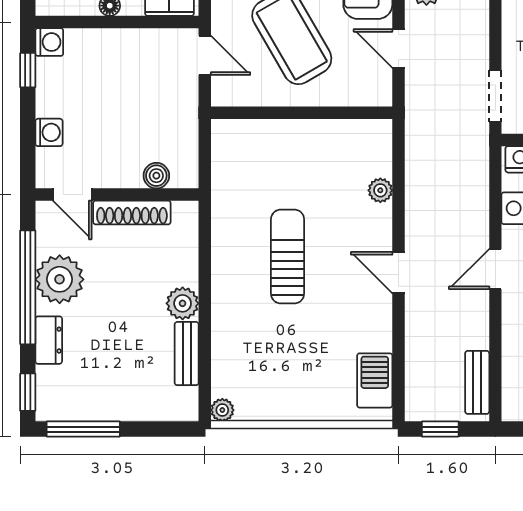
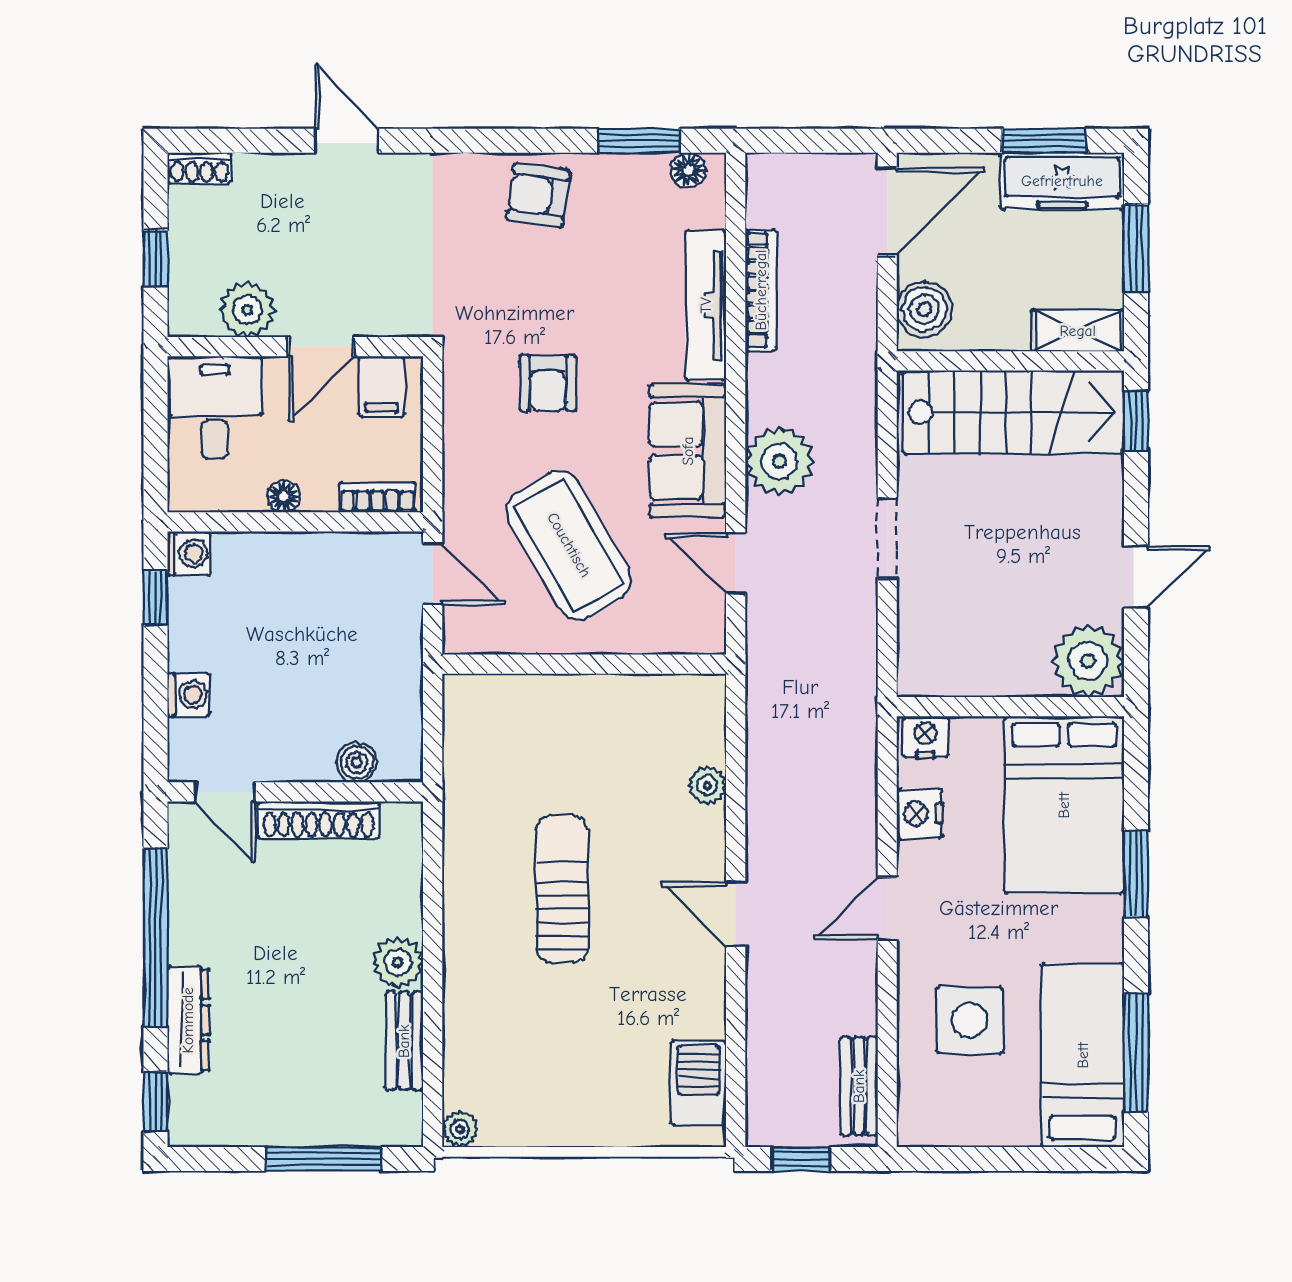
doorway: (495, 96) -> (887, 539), moved
plant: (60, 279) -> (205, 925), removed
dresser: (49, 340) -> (188, 1020), width x1.44
window: (83, 429) -> (323, 1159), moved

